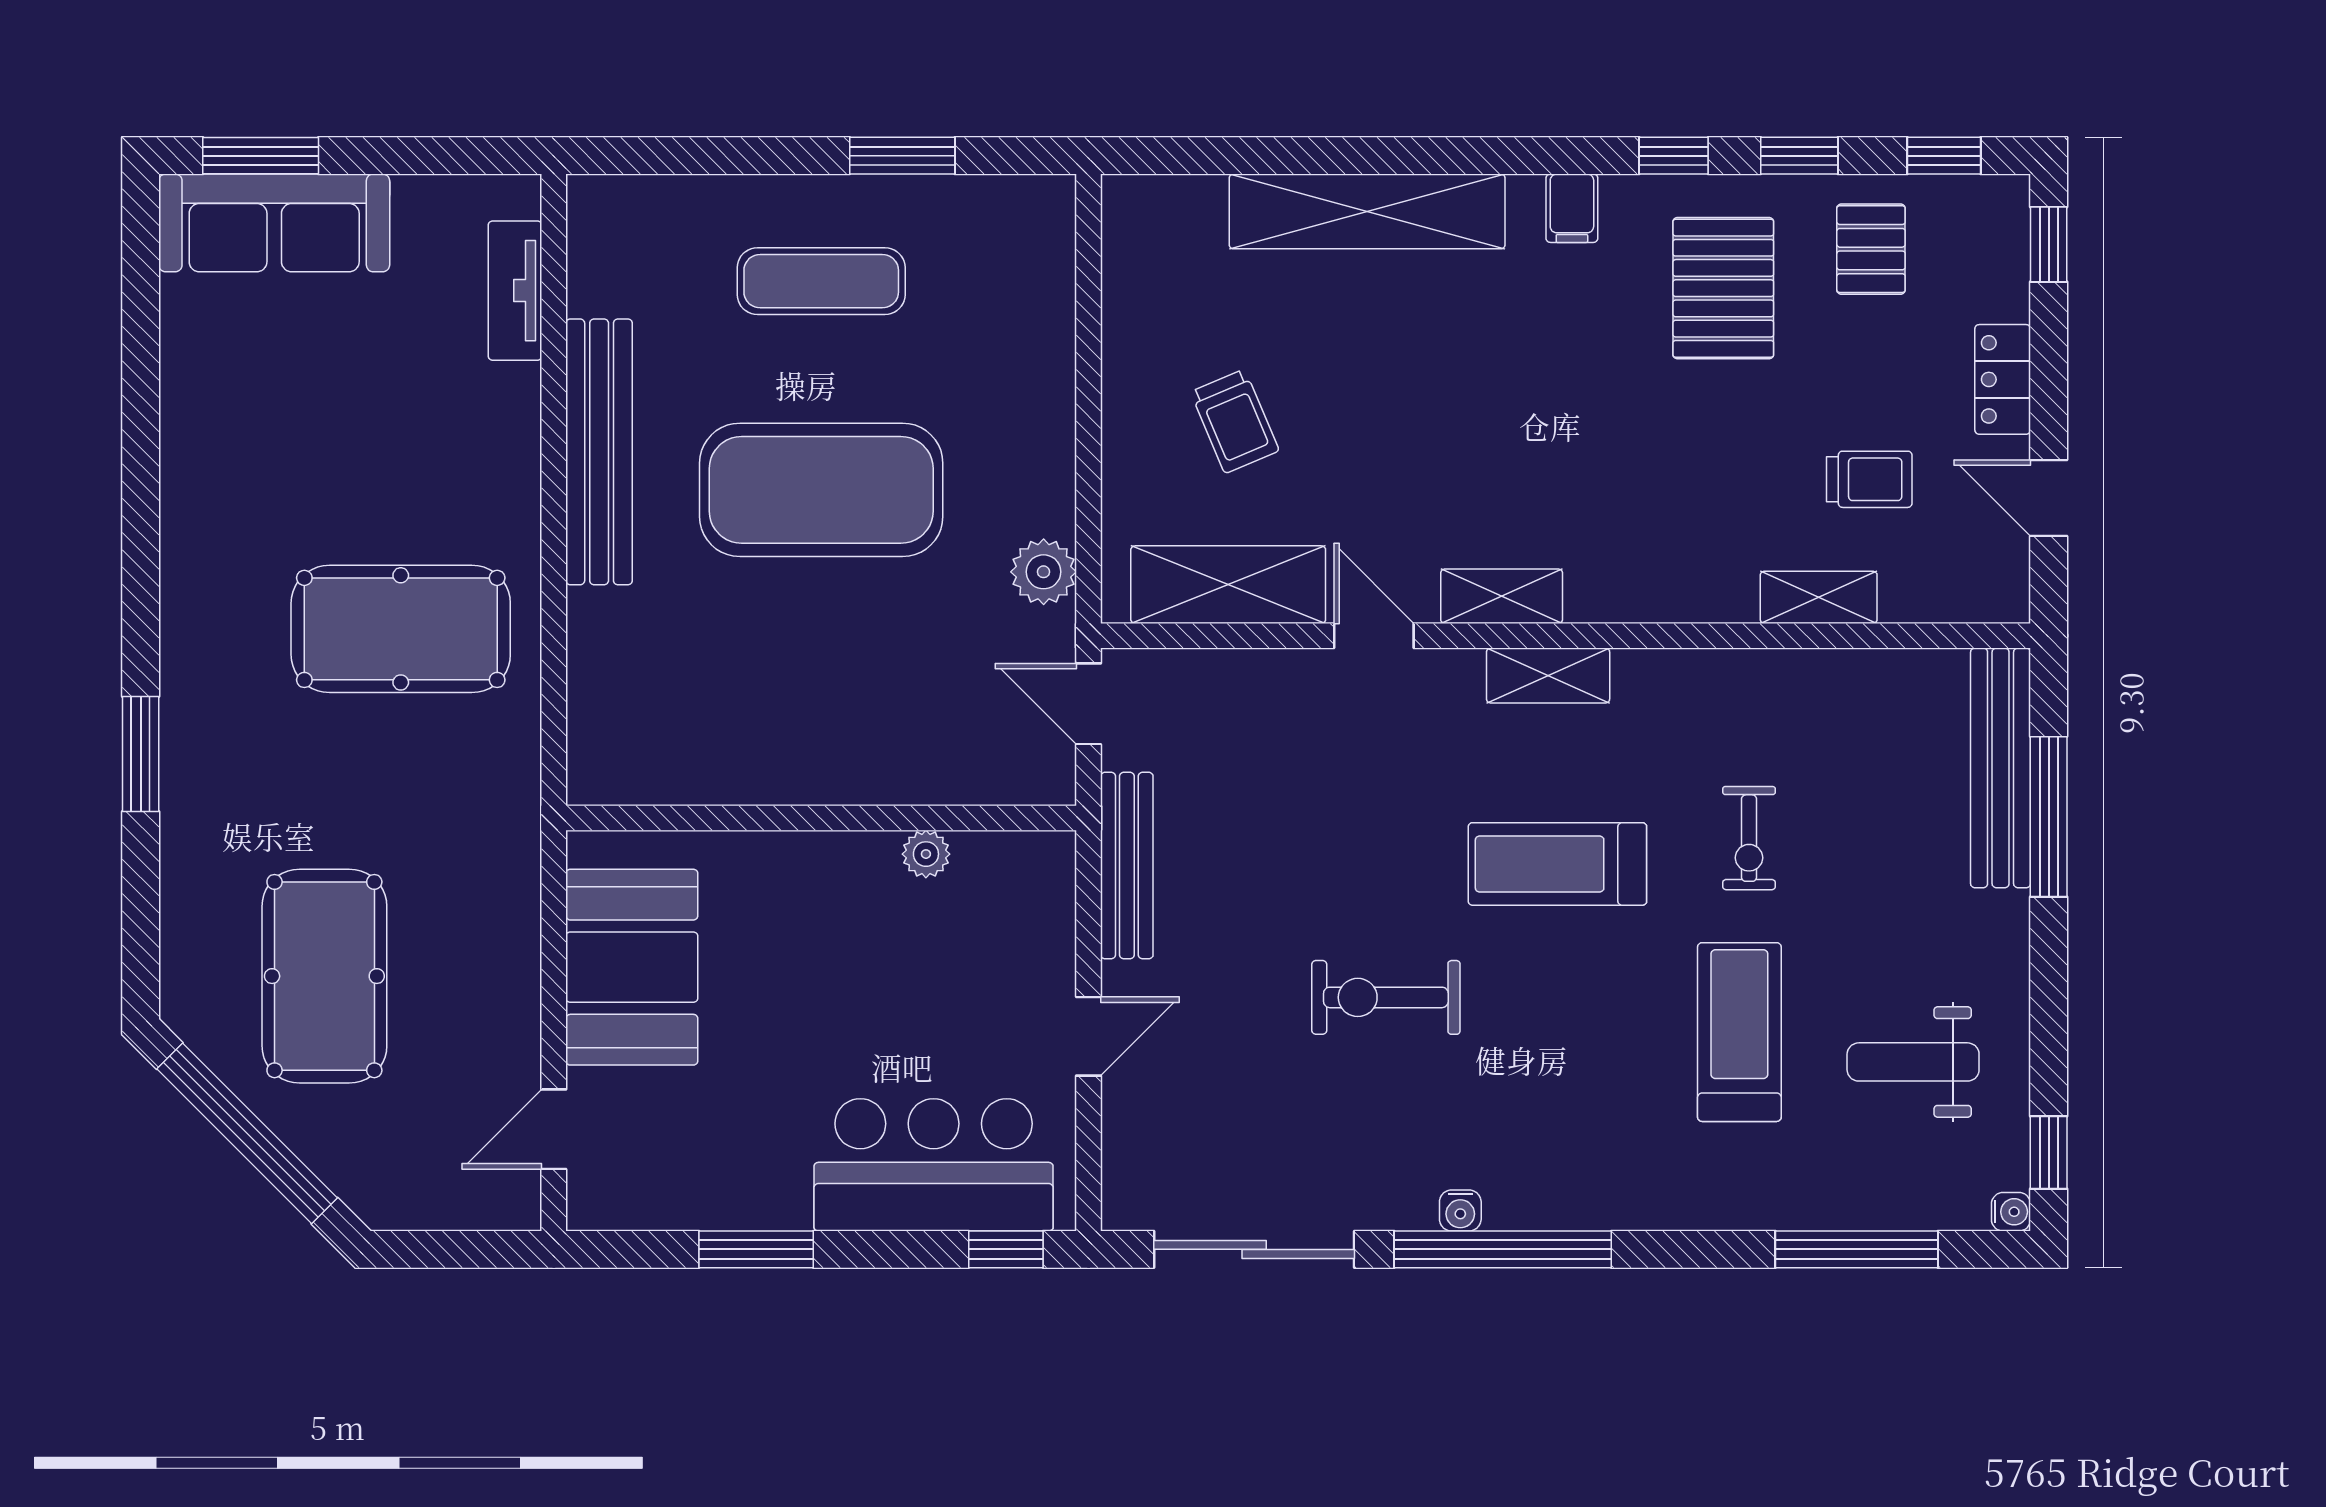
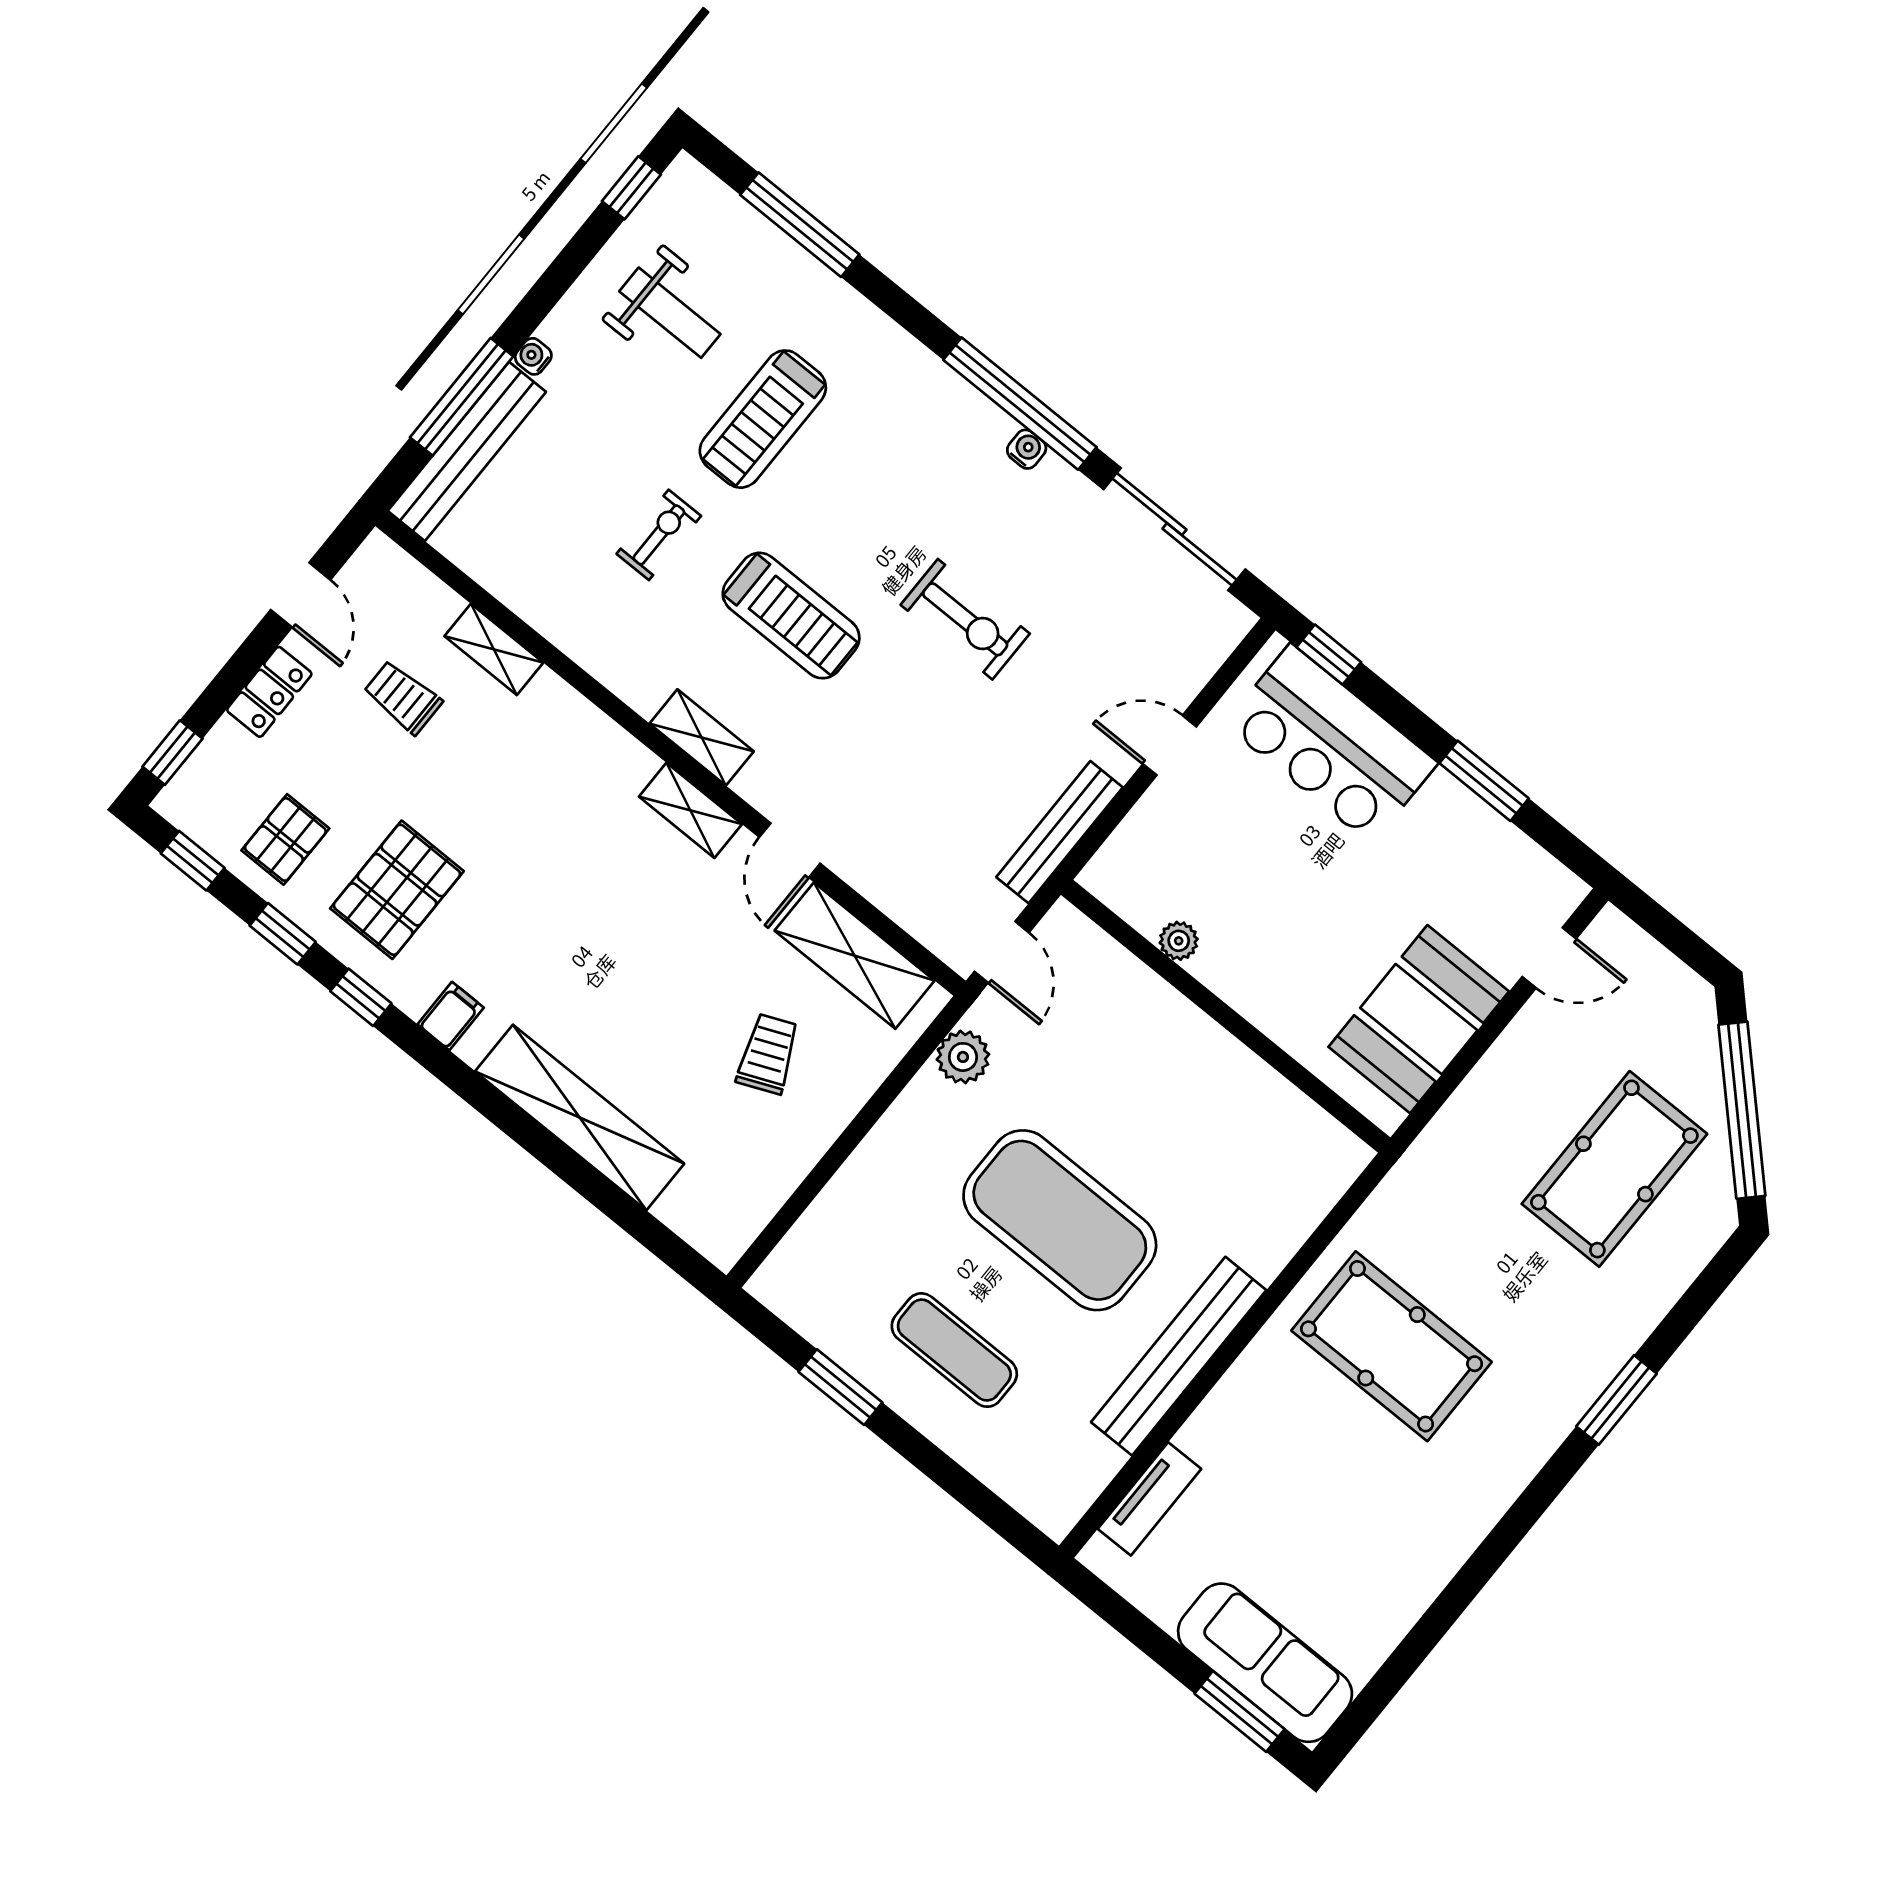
water cooler: (2011, 1212) -> (533, 356), moved

